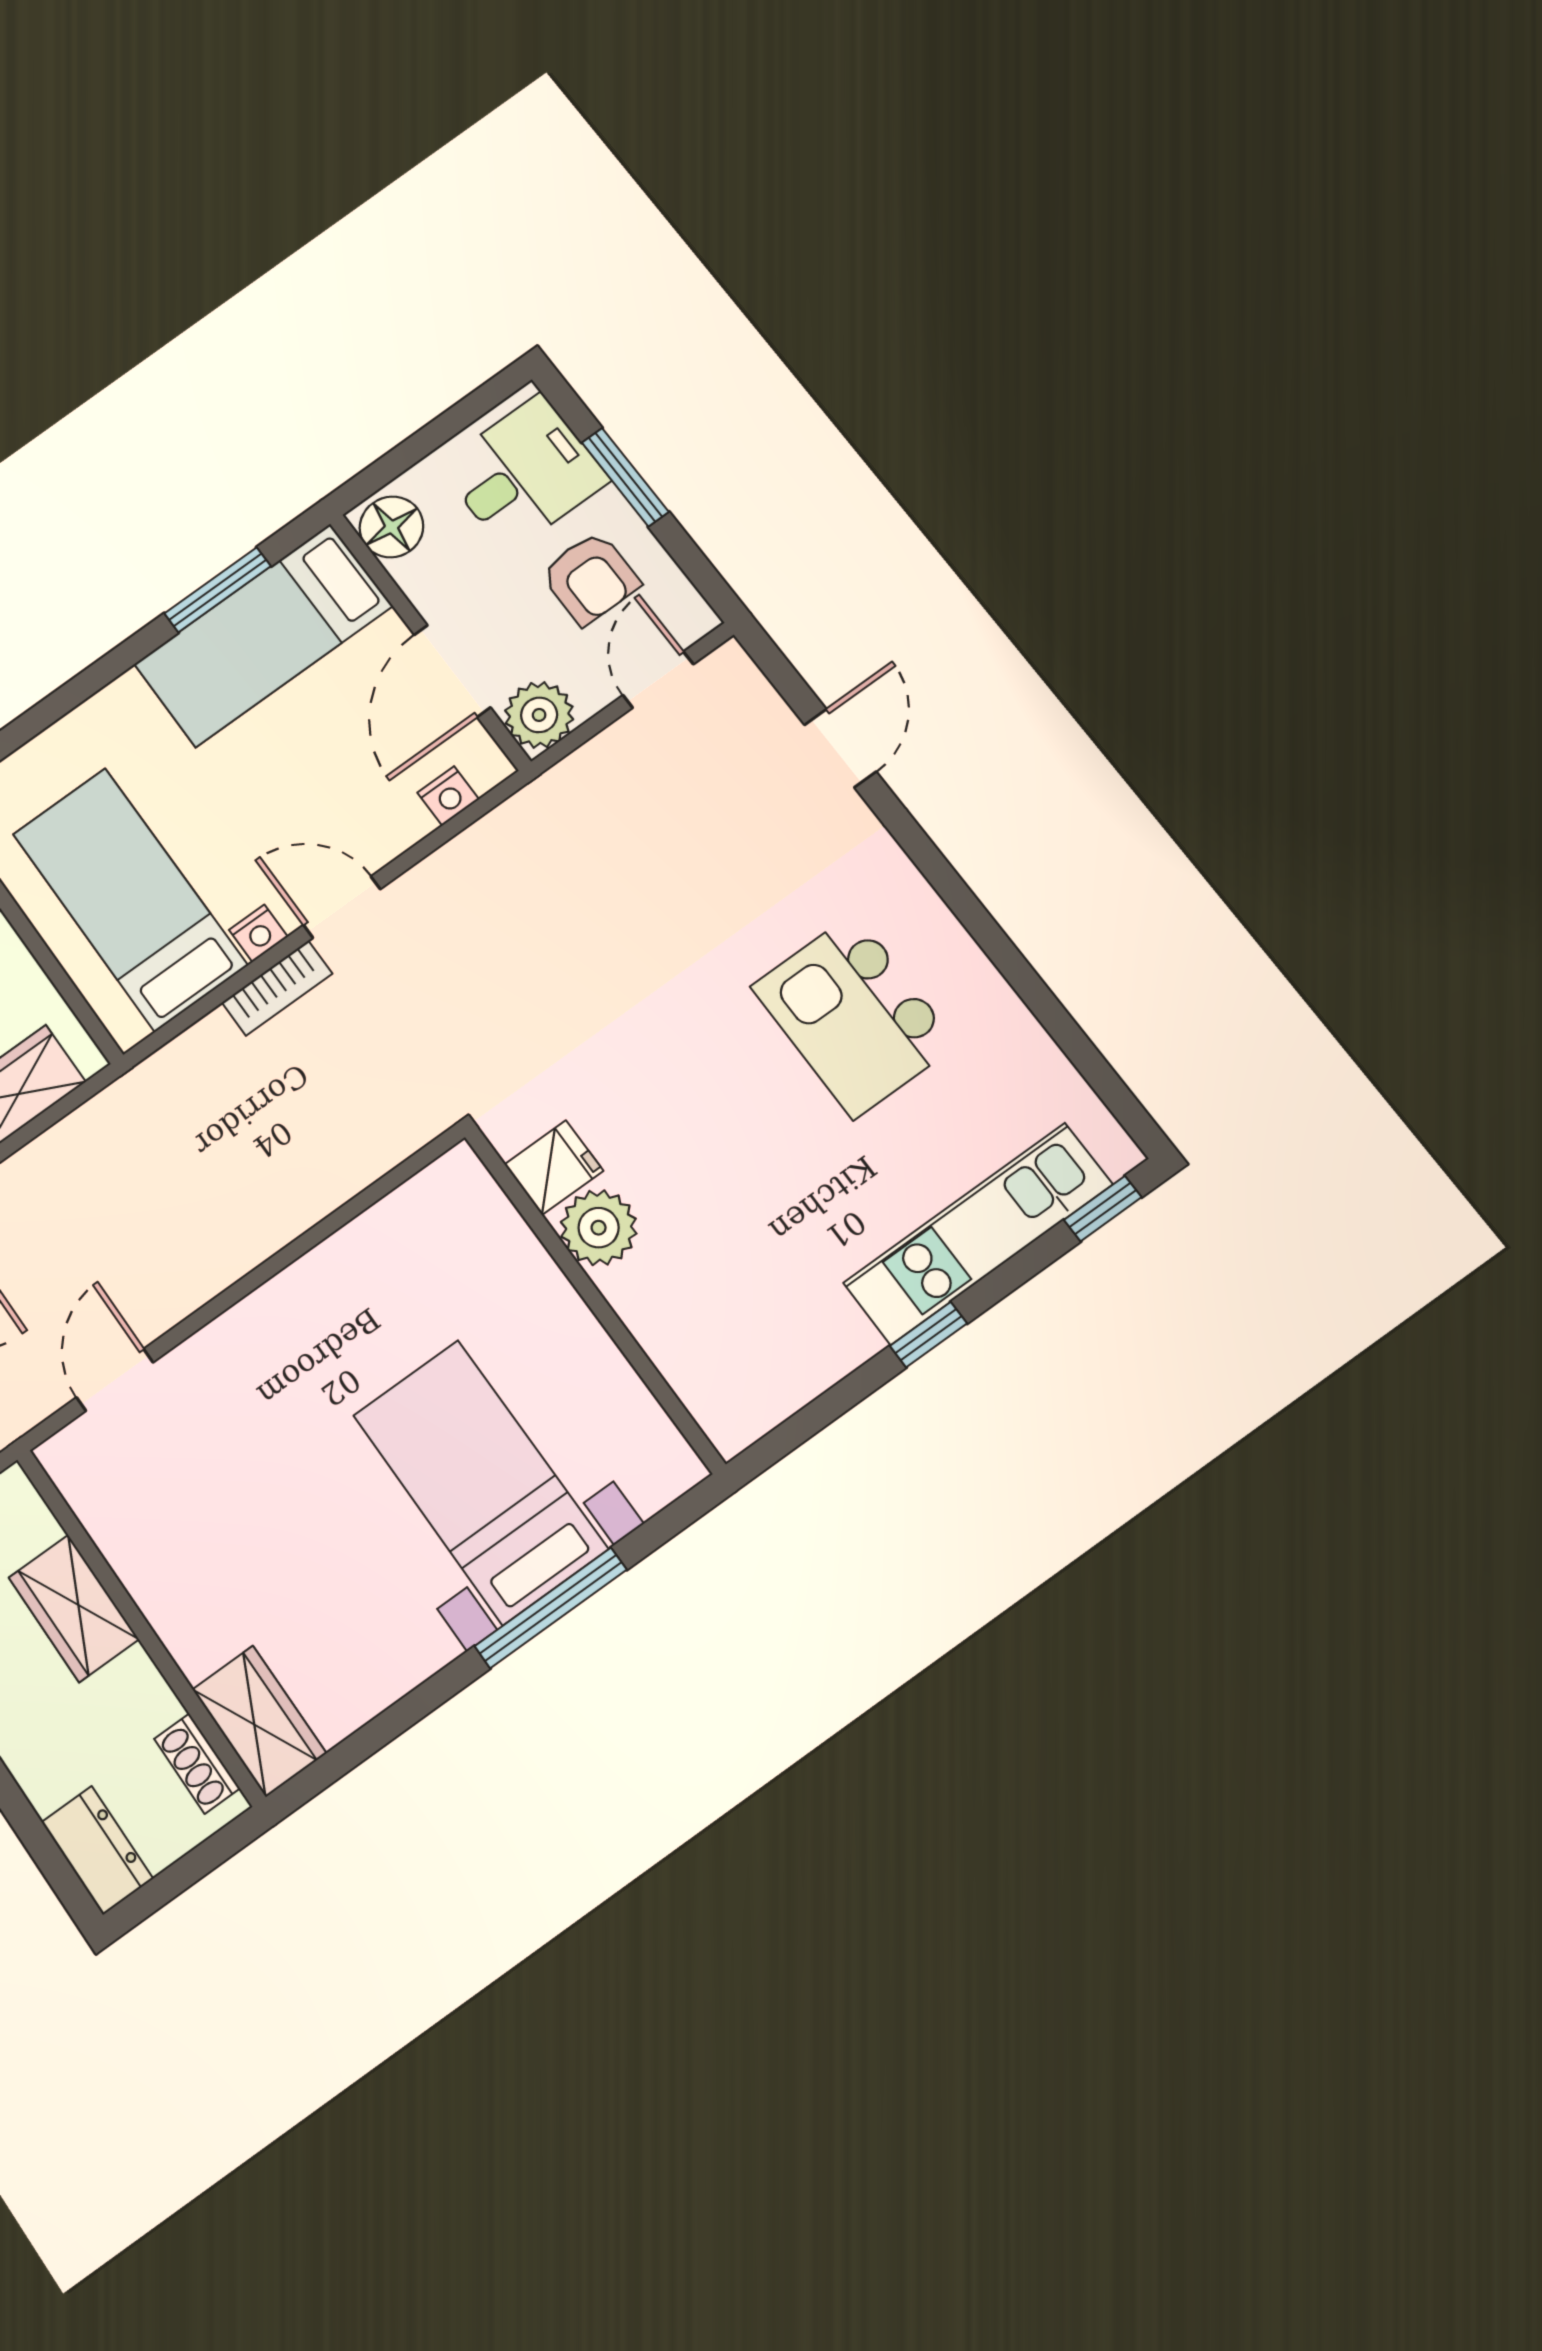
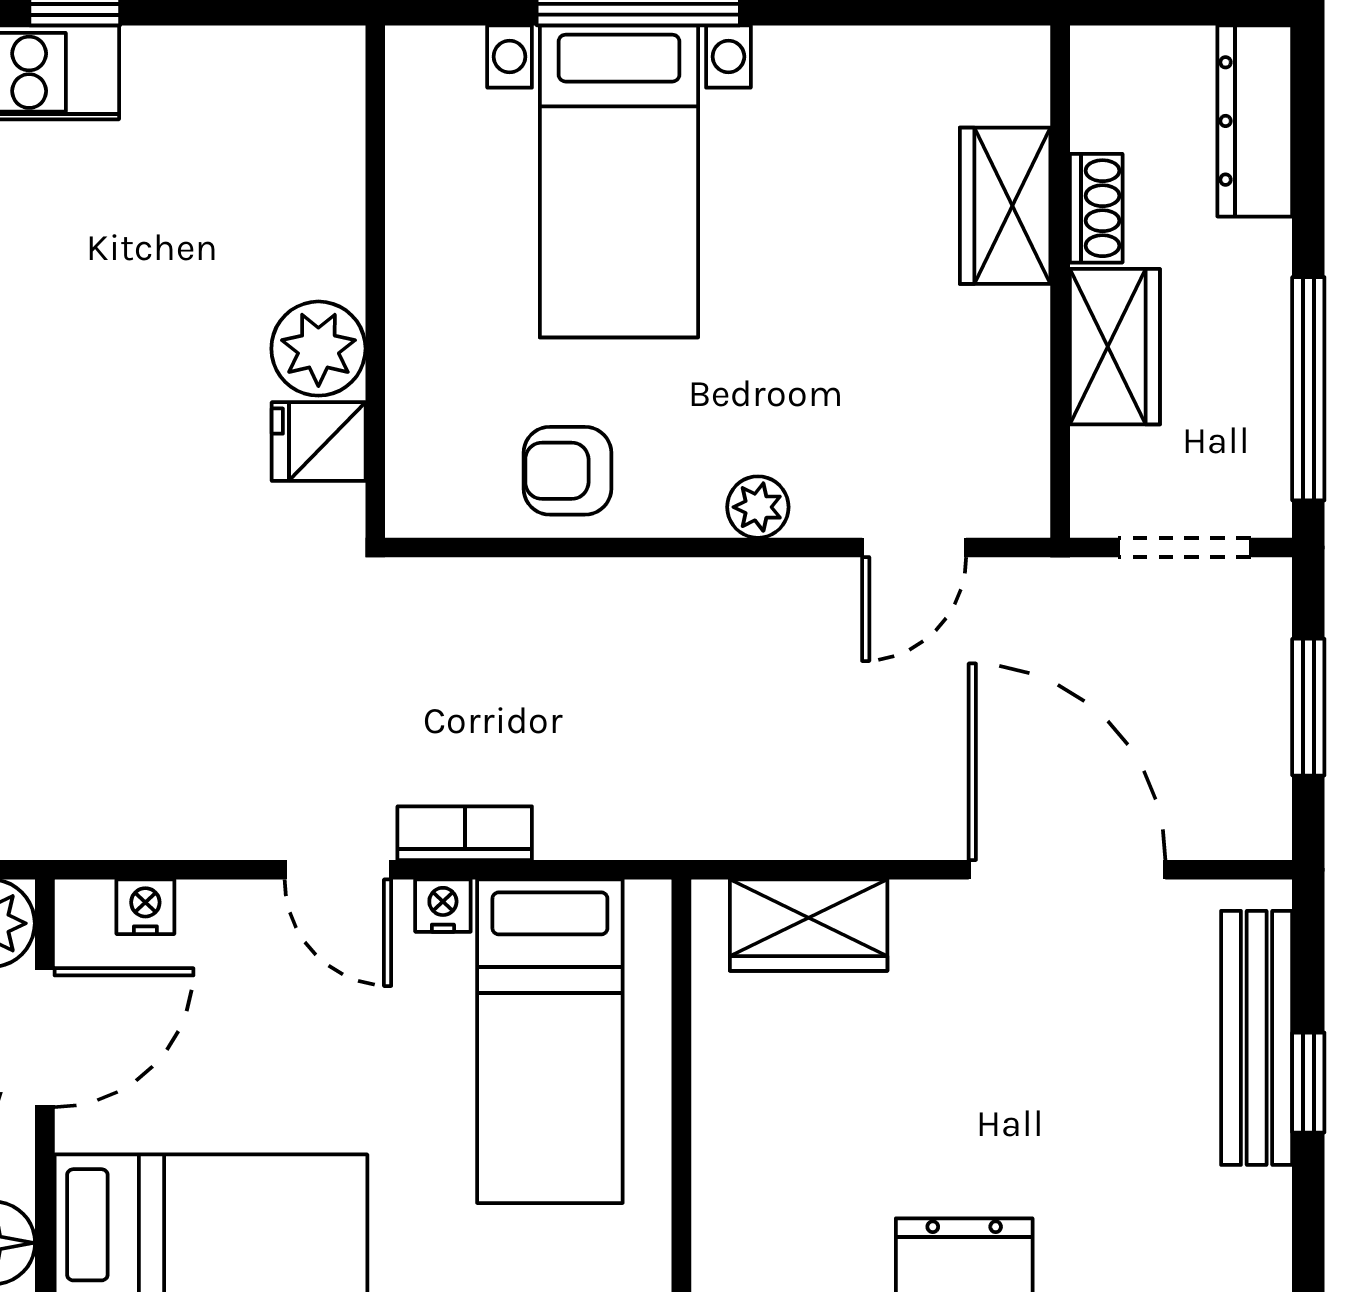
armchair: (377, 1266) -> (567, 471), added
plant: (235, 1333) -> (758, 507), added
wardrobe: (259, 1721) -> (1005, 206), moved
shoe rack: (197, 1764) -> (1096, 208), moved
dresser: (97, 1850) -> (1255, 121), width x1.44

